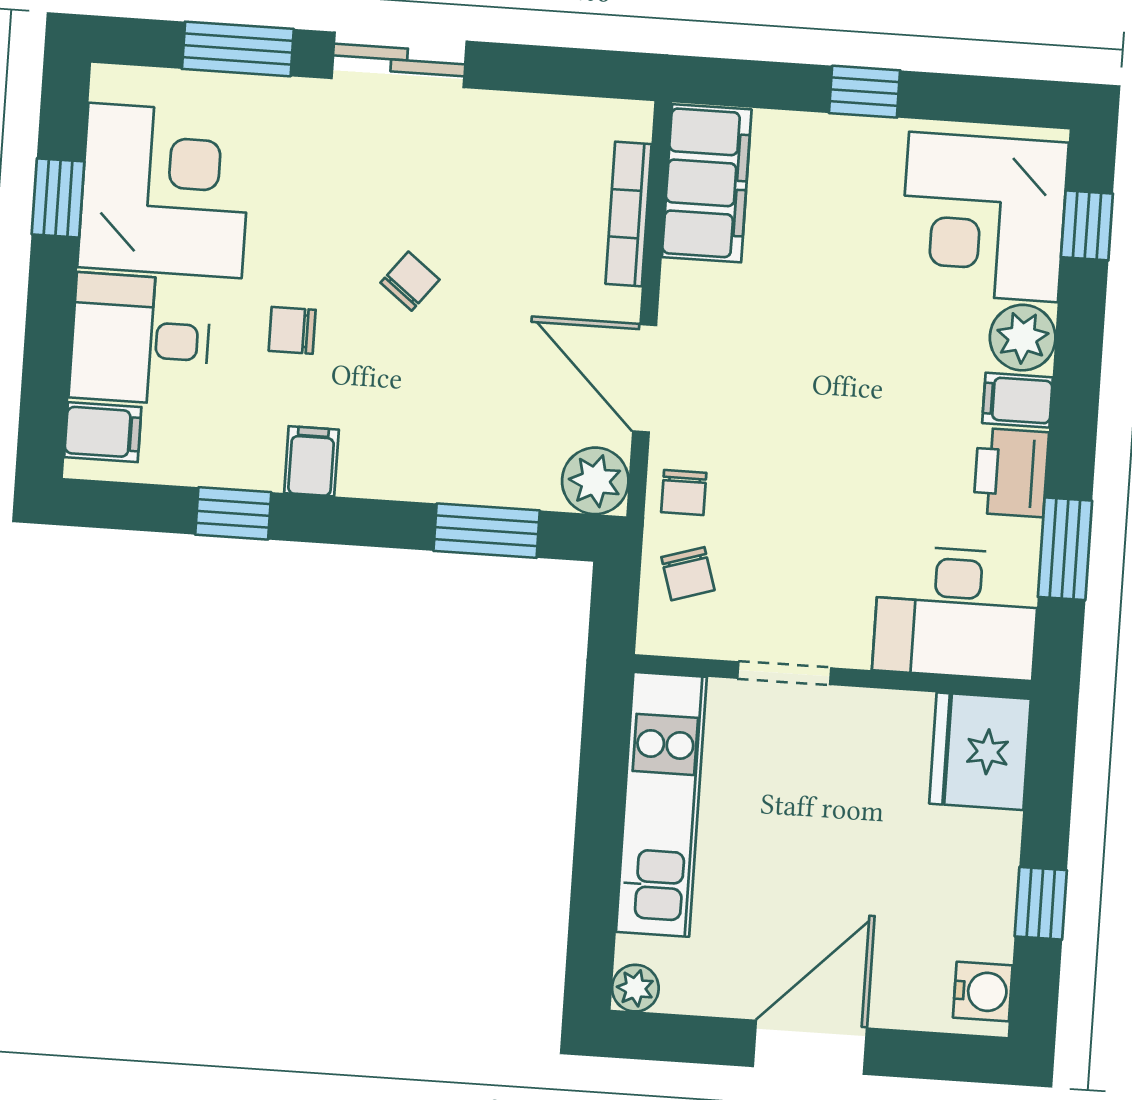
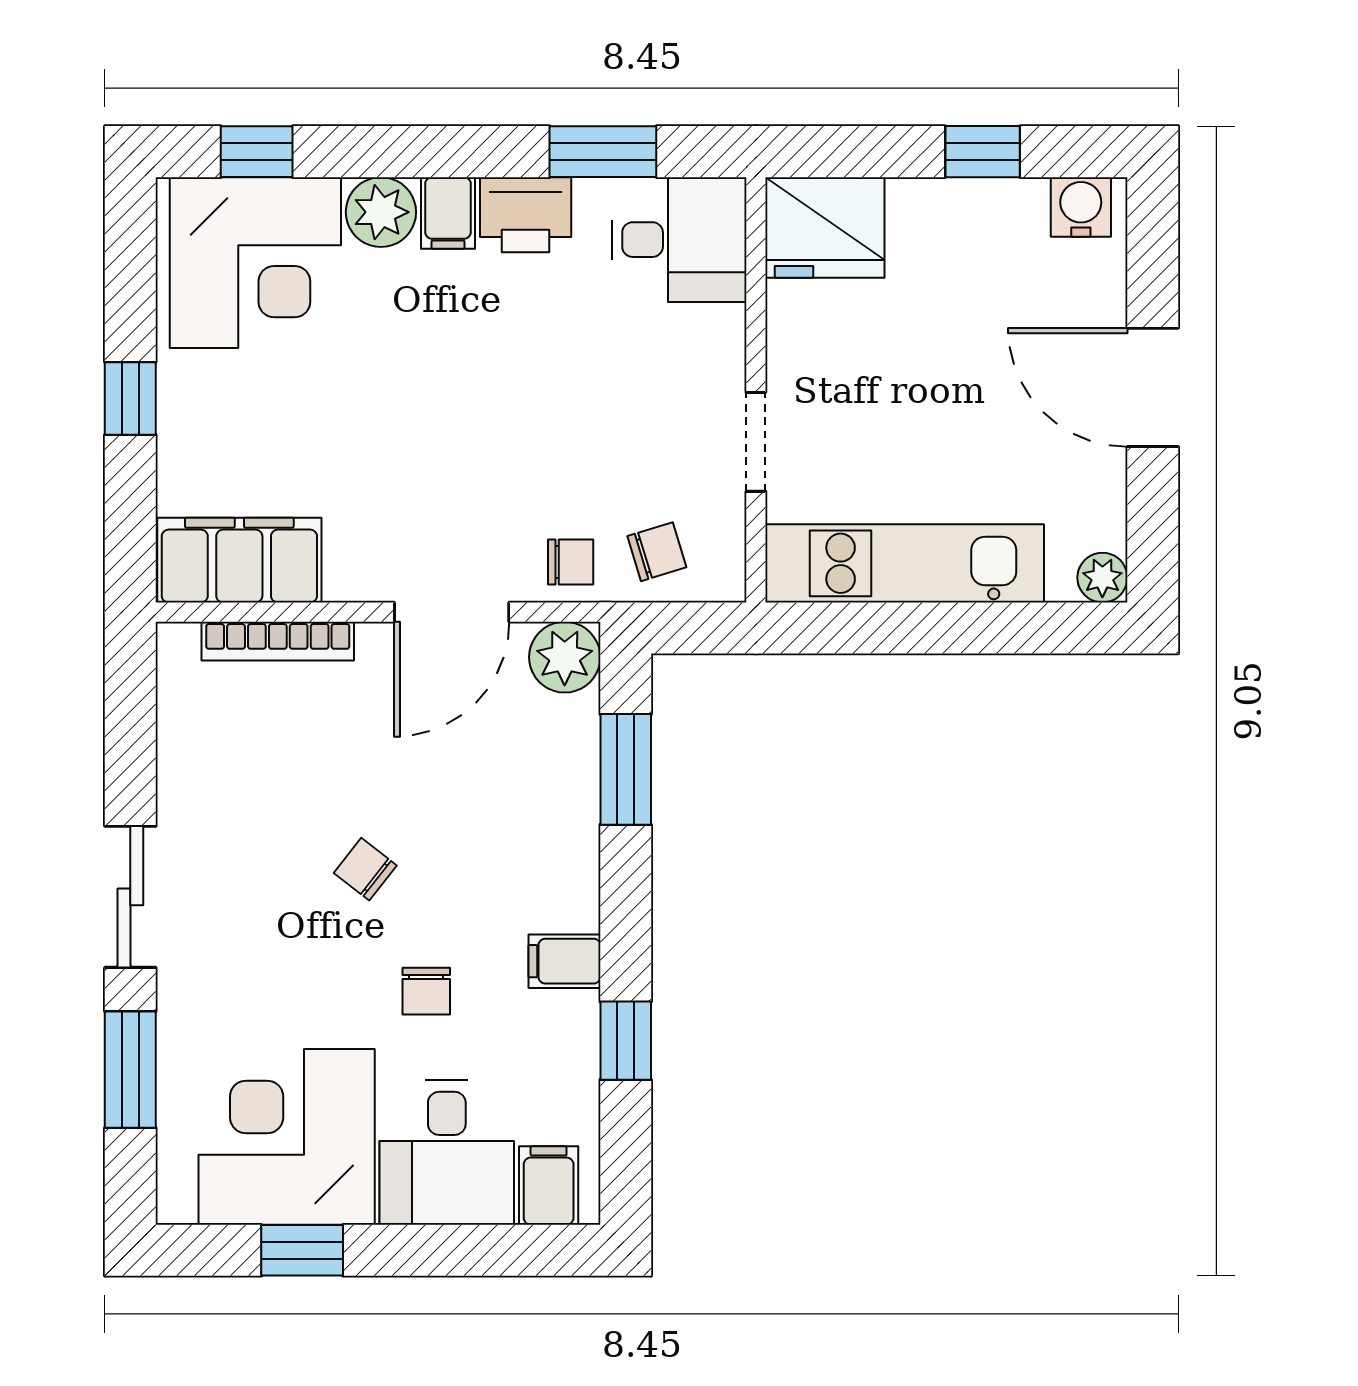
desk: (956, 613) -> (679, 240), width x0.73

